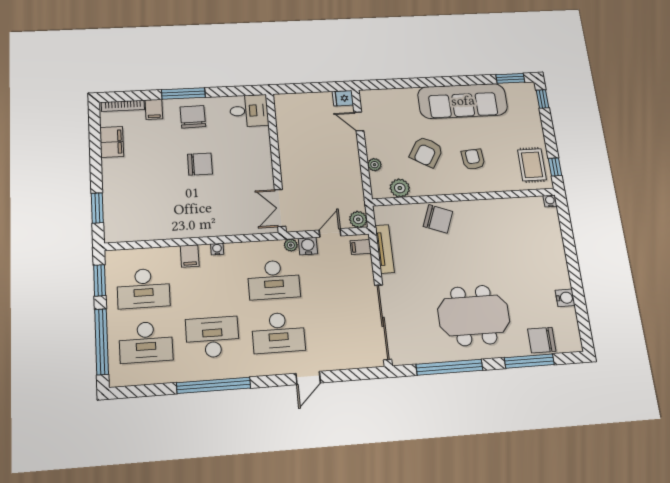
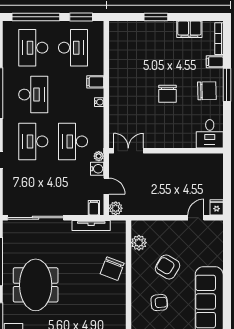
plant: (374, 165) -> (159, 226), removed
window: (97, 208) -> (156, 17), moved
desk: (143, 288) -> (73, 48), turned 180

